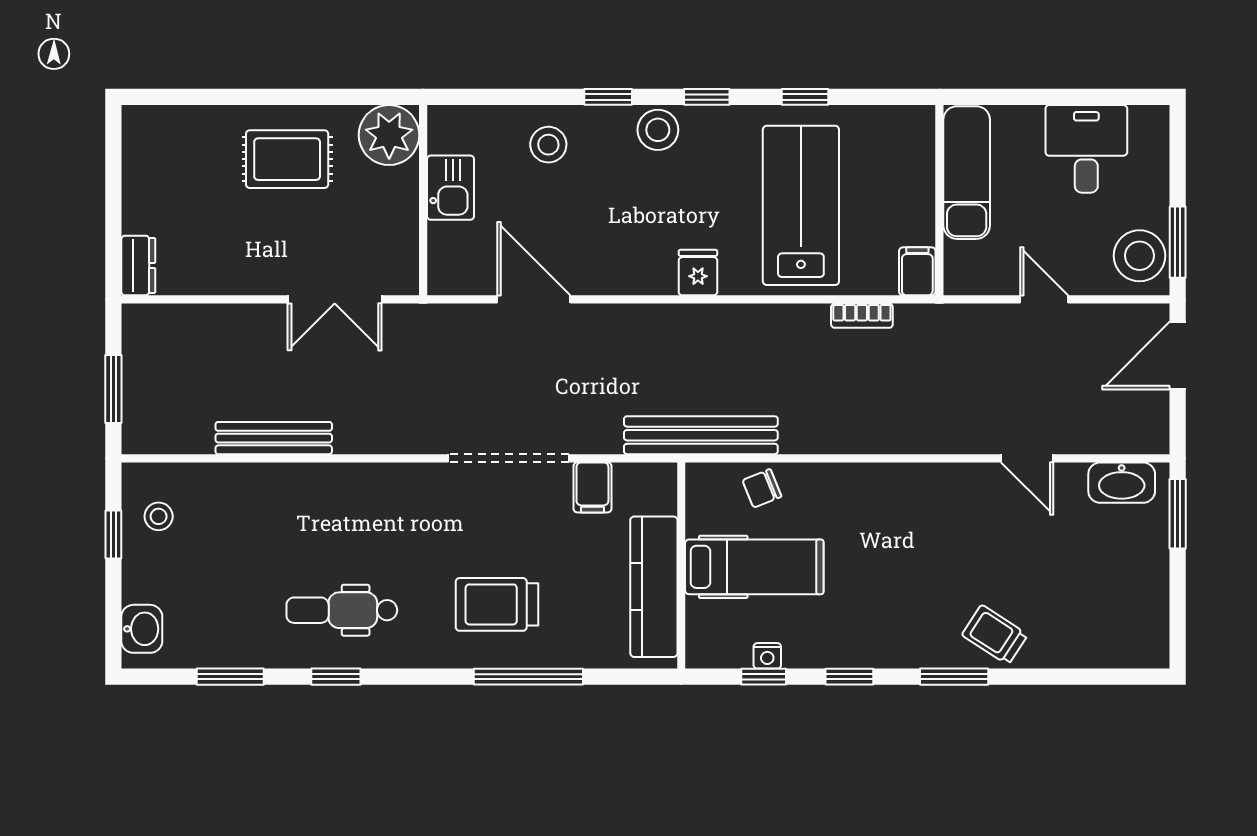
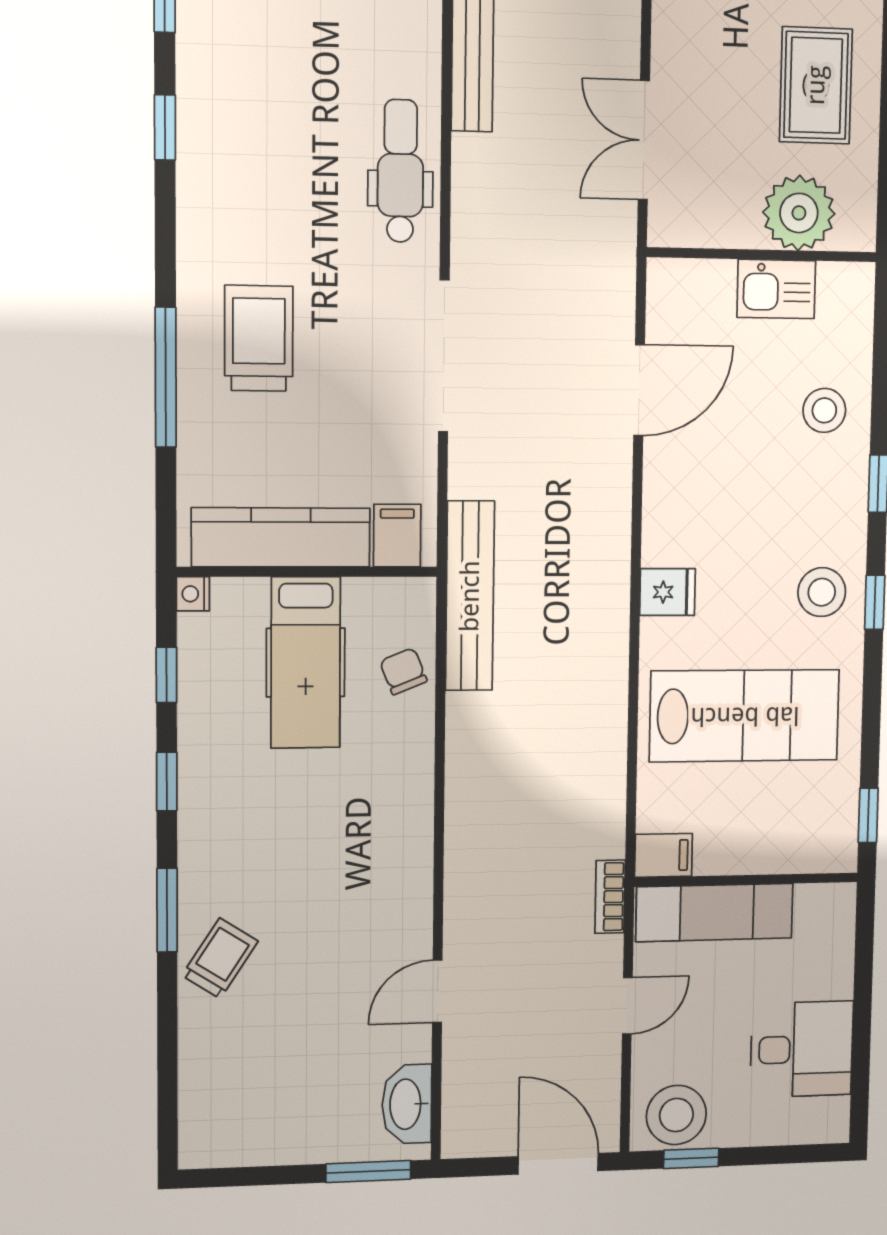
window: (805, 97) -> (868, 815), moved
stool: (658, 130) -> (822, 592), moved
plant: (389, 135) -> (799, 213), moved
exam couch: (967, 173) -> (715, 912), moved
window: (1178, 242) -> (691, 1158), width x0.67
bookcase: (862, 316) -> (610, 897), moved
filing cabinet: (592, 487) -> (397, 536), moved, turned 90
dental chair: (342, 610) -> (400, 171), moved
nightstand: (767, 656) -> (193, 594), moved

